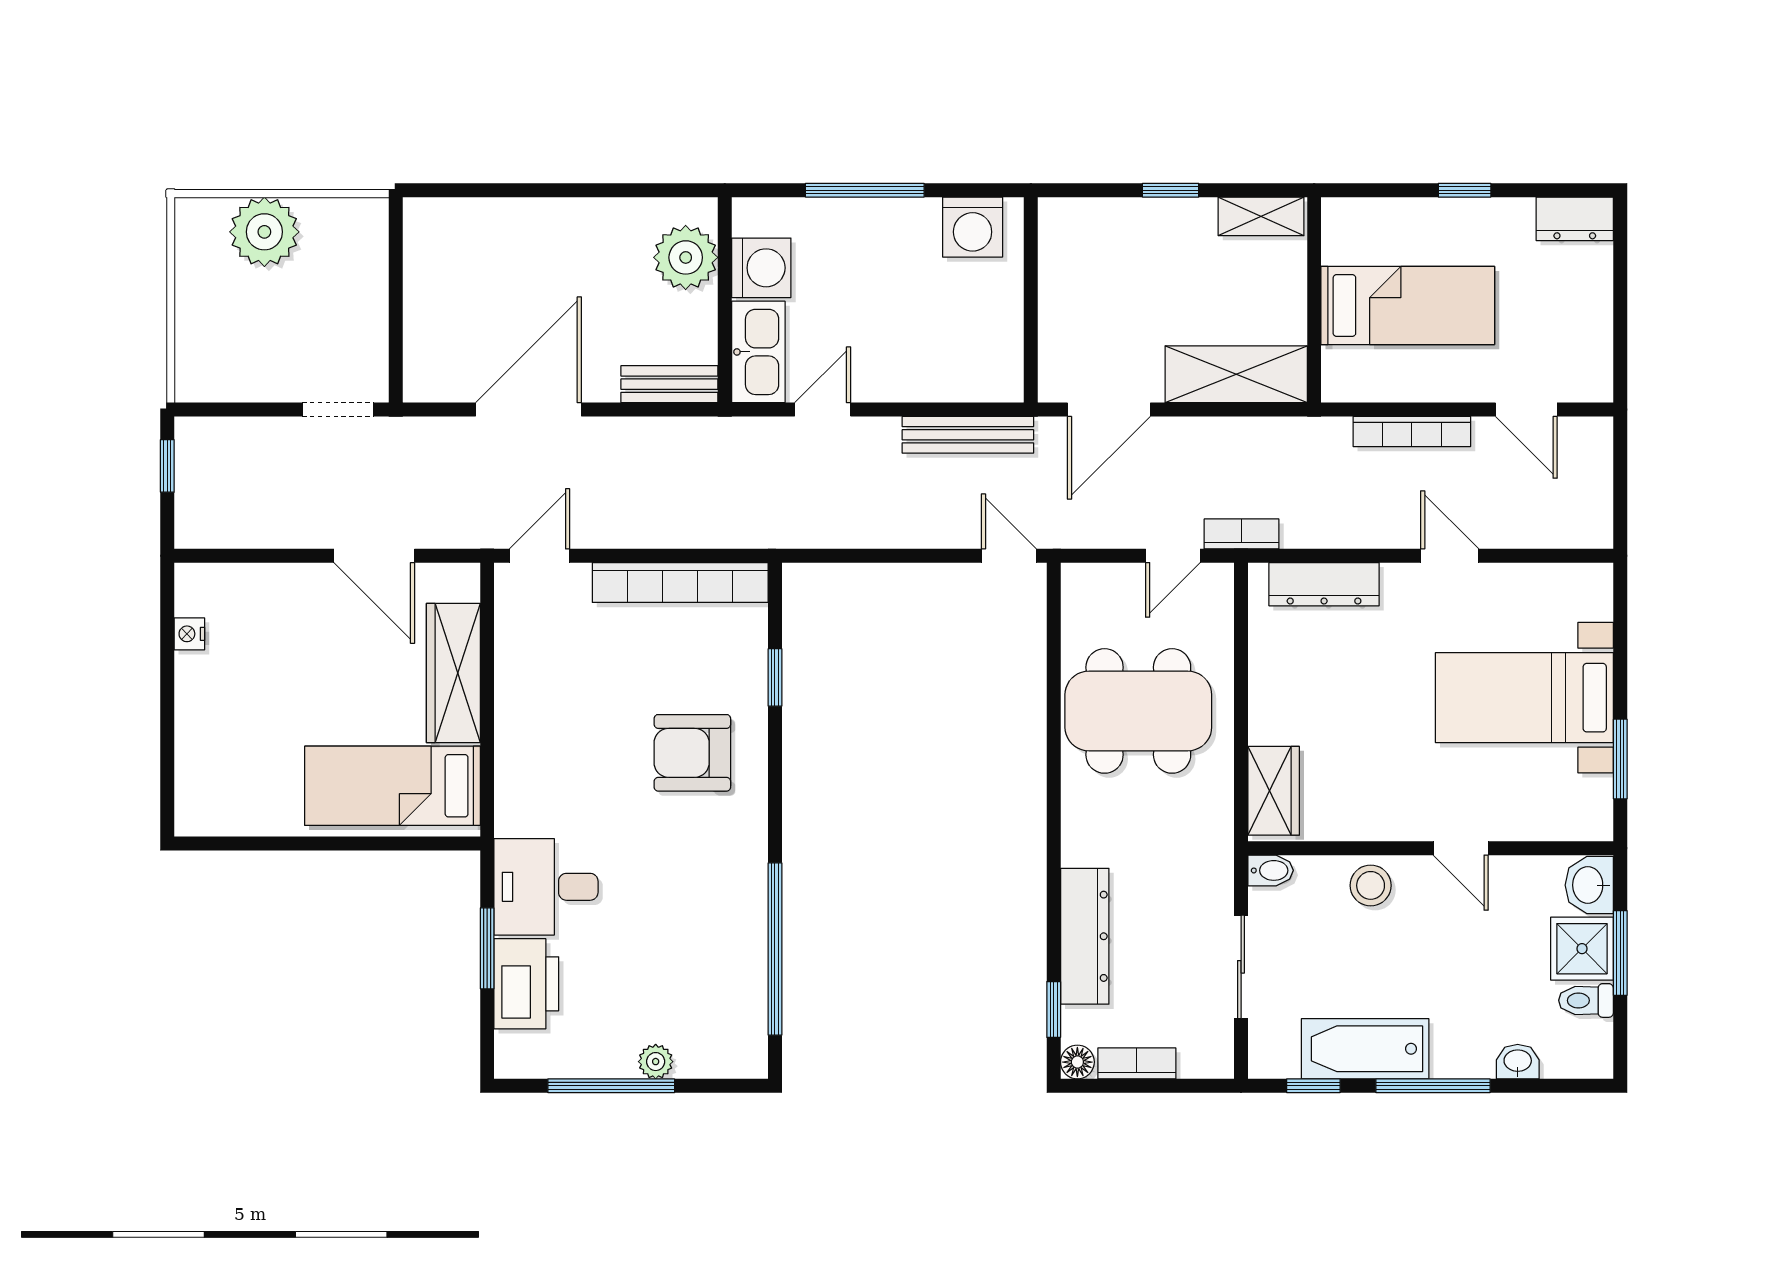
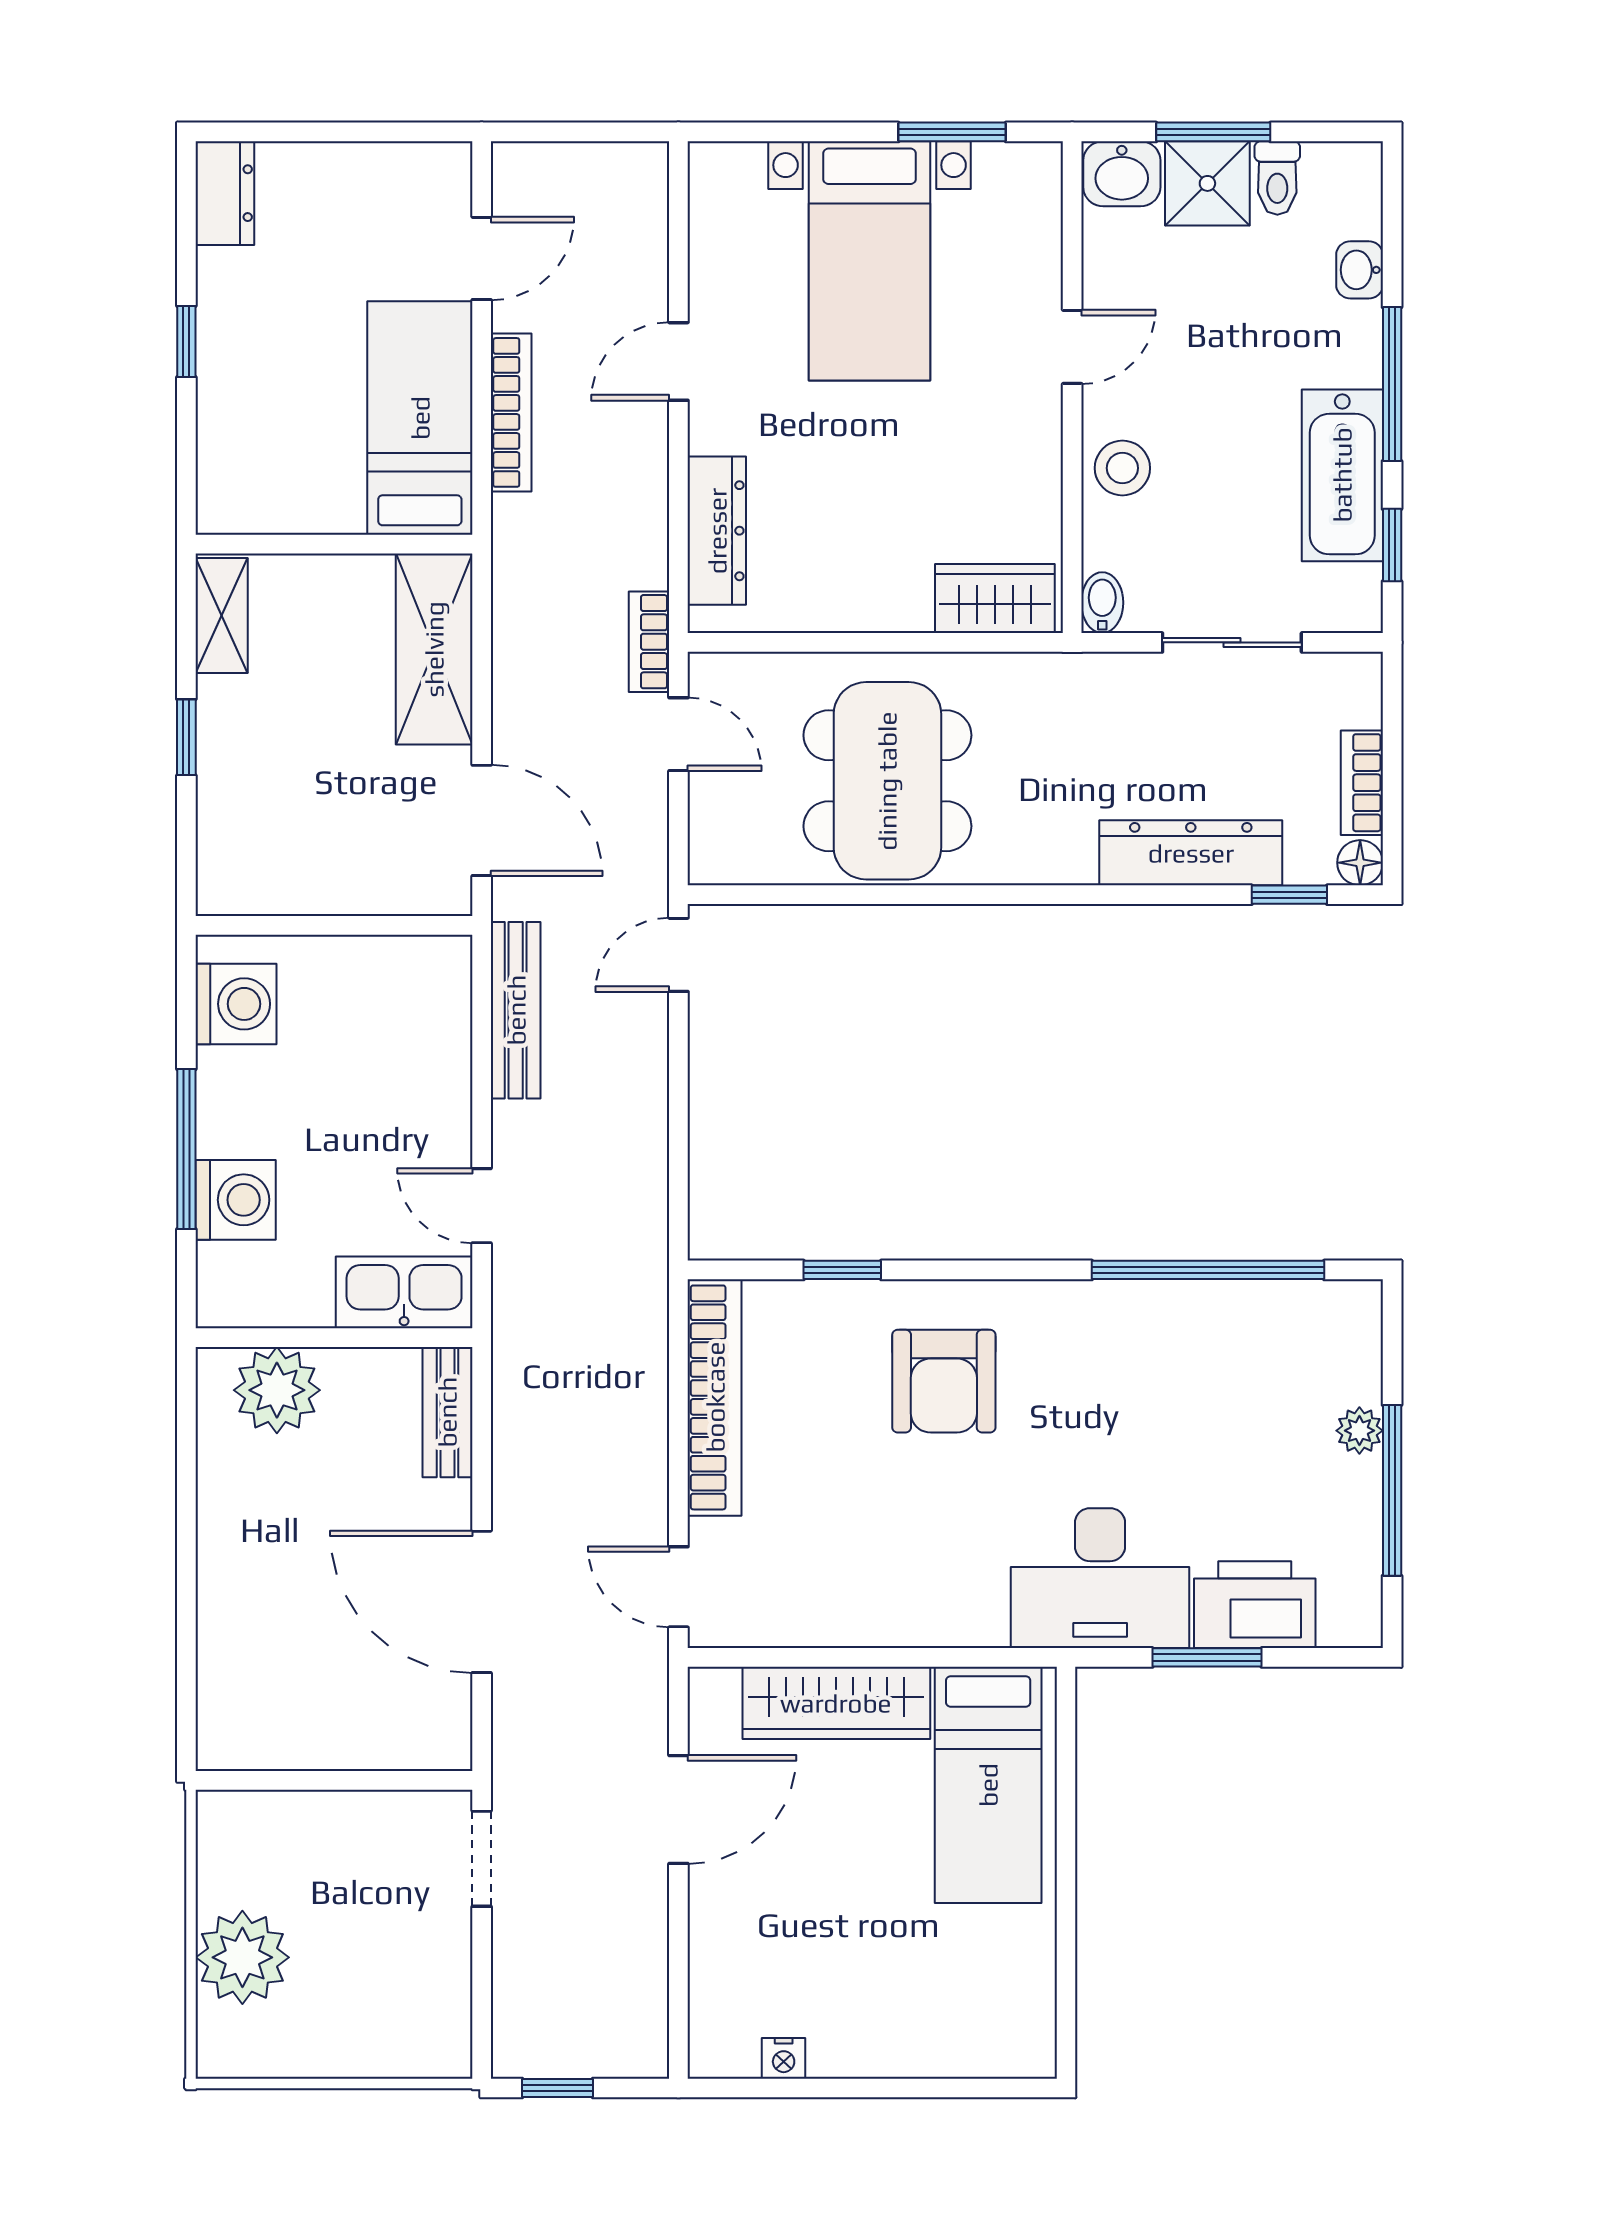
washing machine: (761, 268) -> (236, 1200), moved, turned 90
bed: (1408, 306) -> (420, 418), moved
desk: (546, 887) -> (1100, 1578), width x1.37

